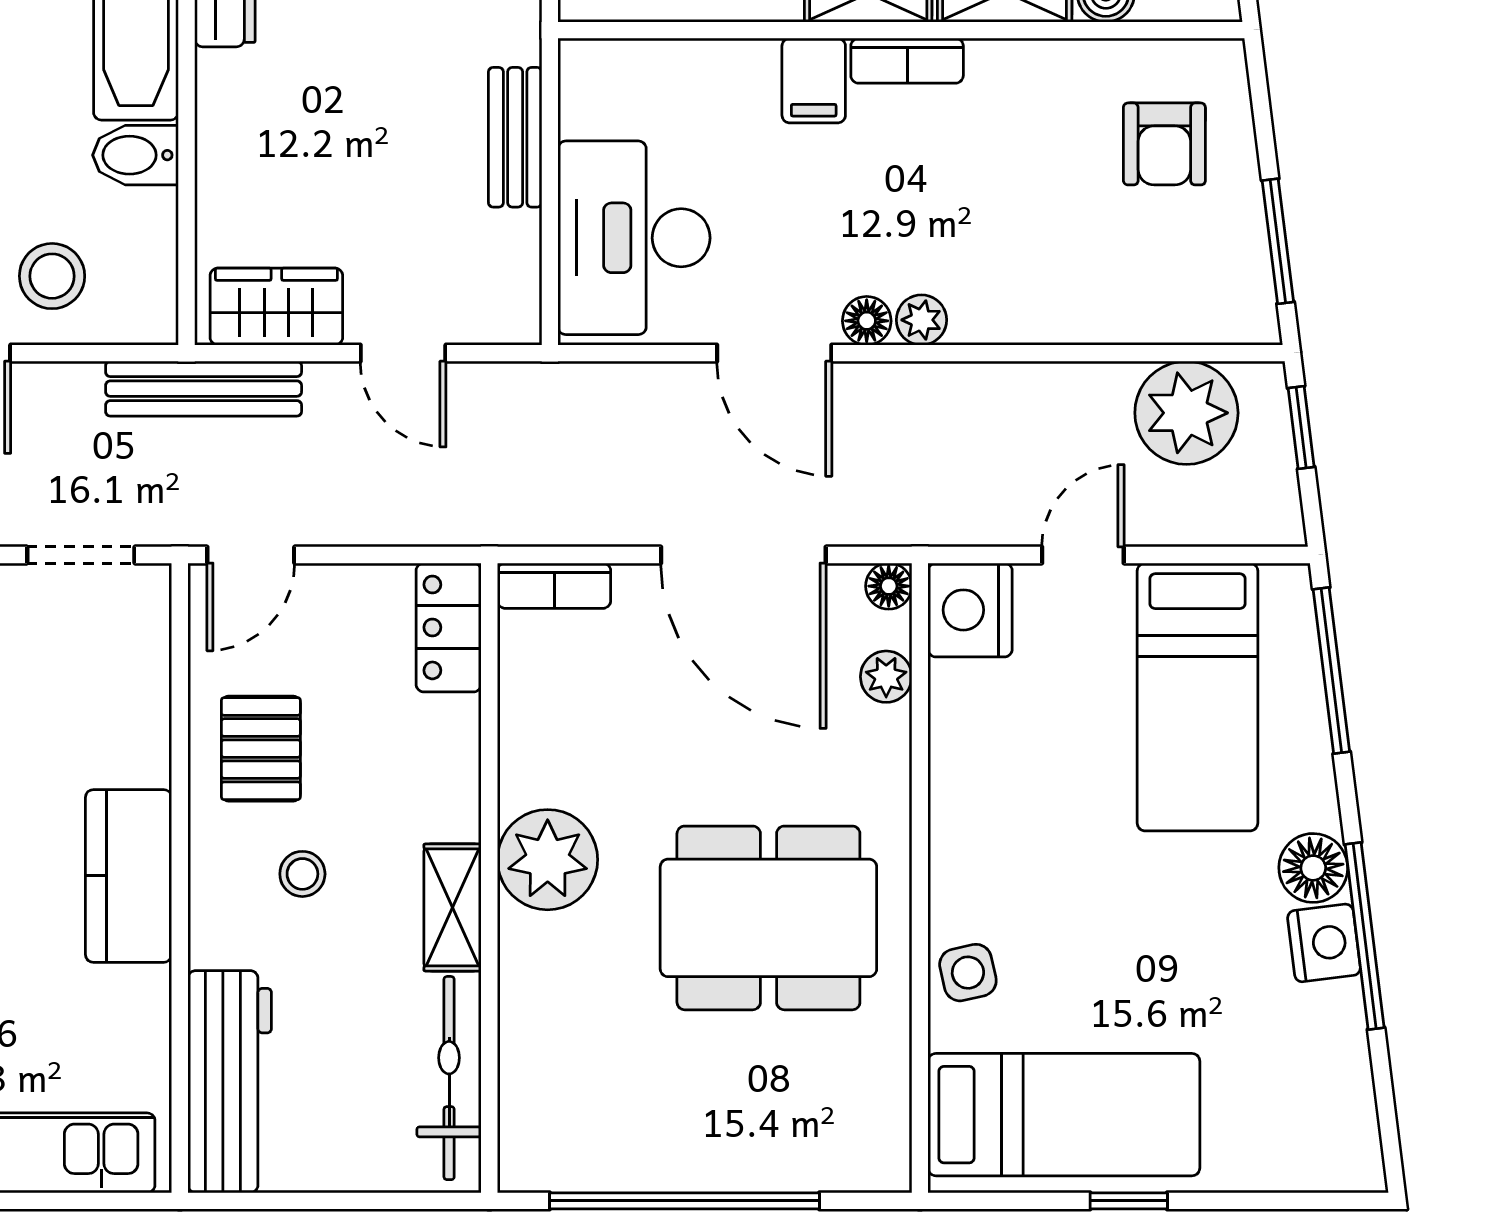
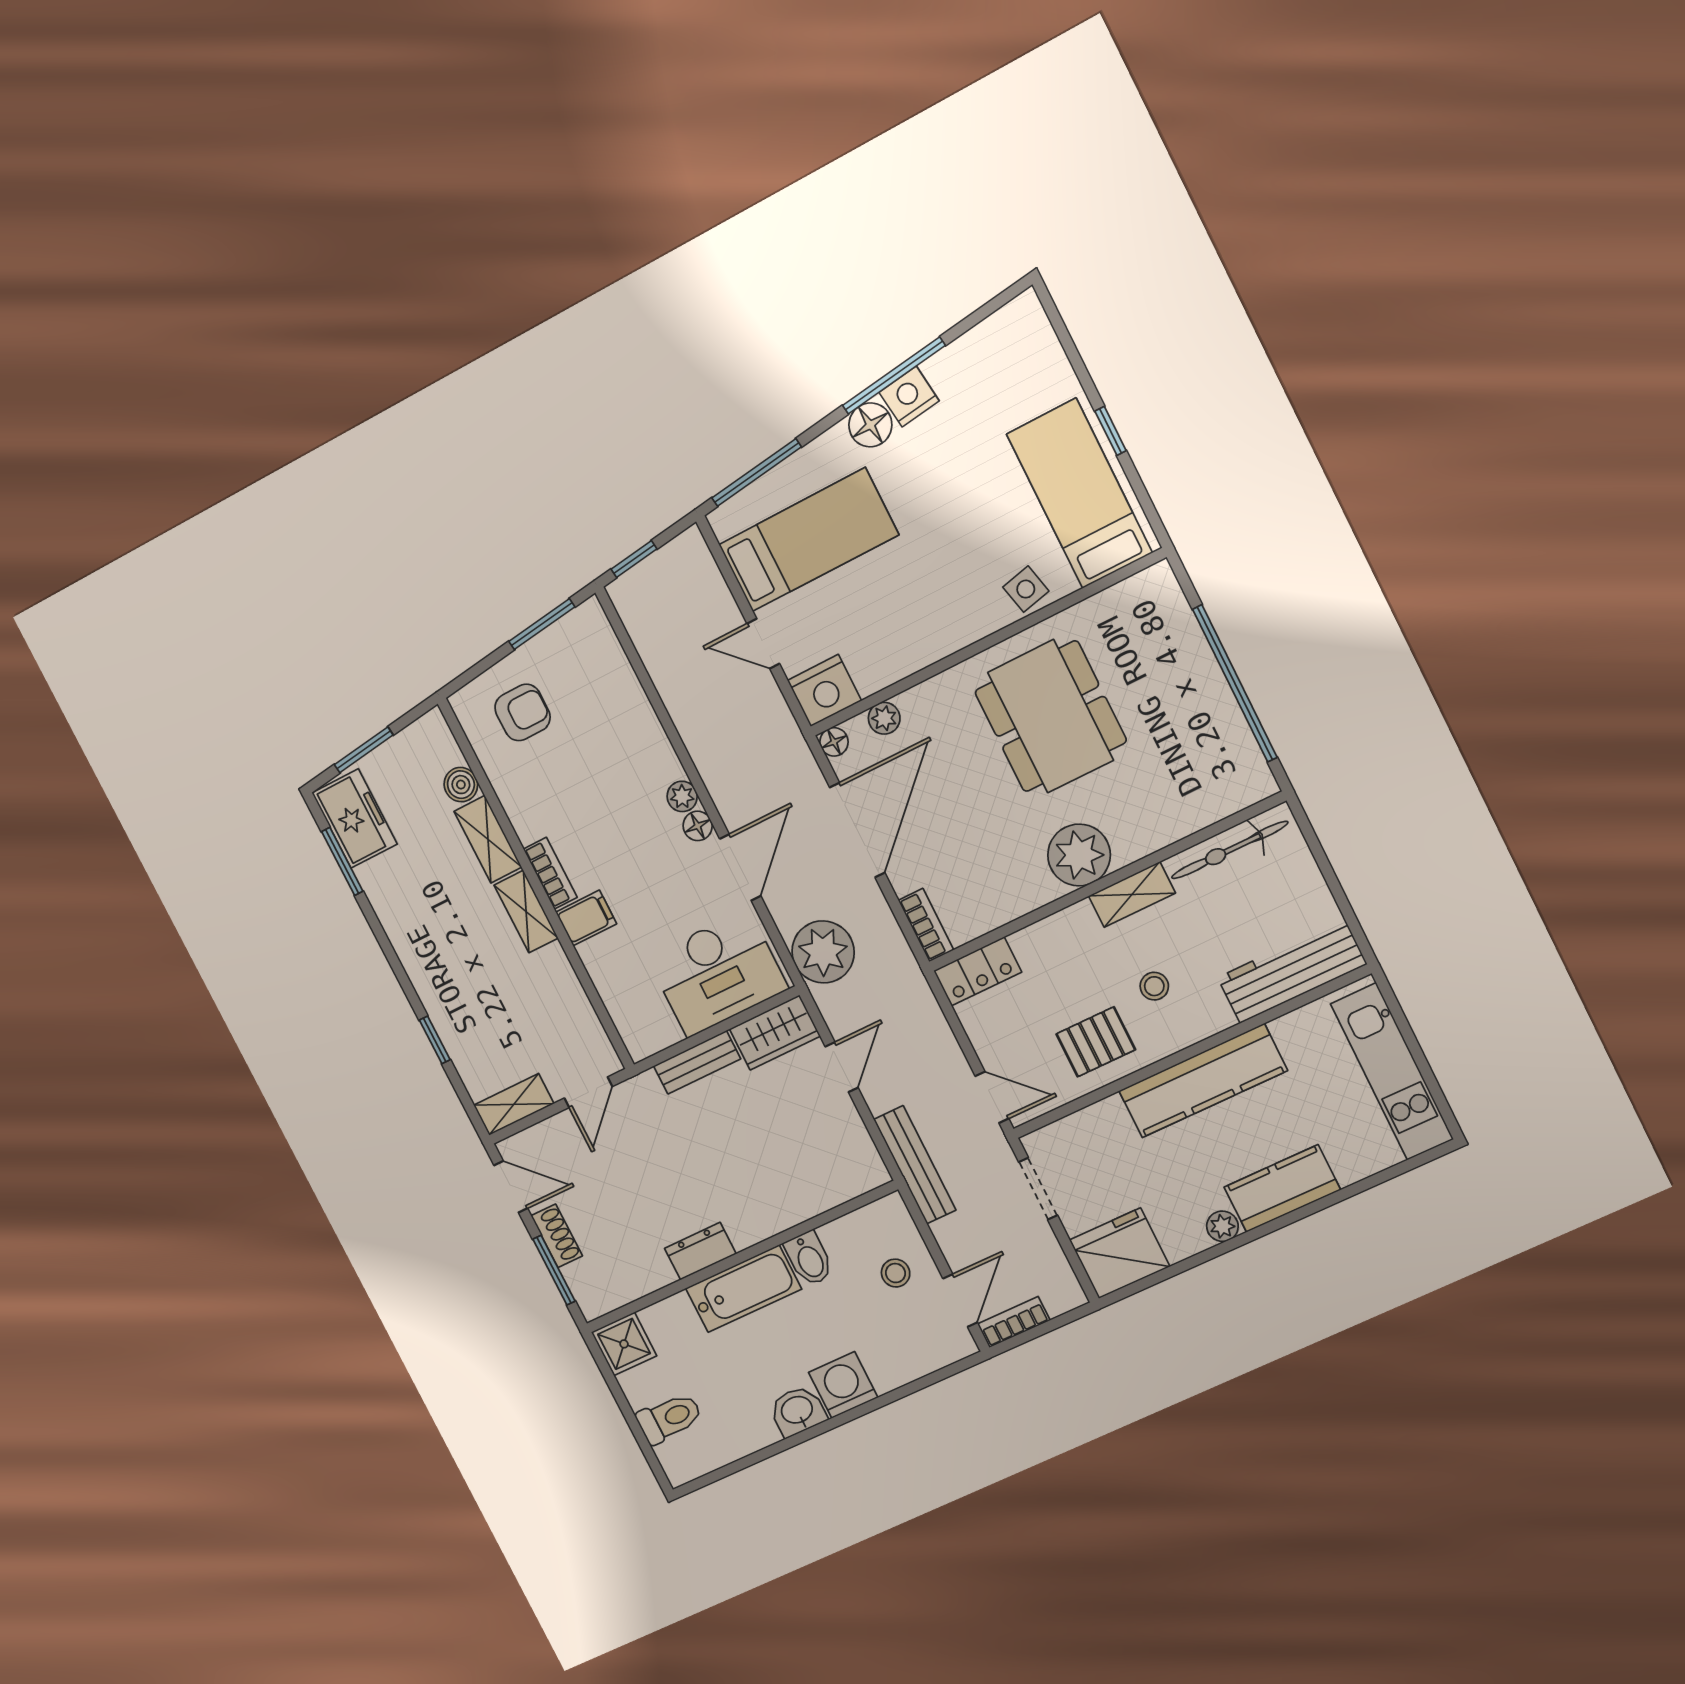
stool: (52, 276) -> (896, 1273), width x0.73, depth x0.73
wardrobe: (276, 307) -> (775, 1033), moved, turned -90
plant: (1186, 413) -> (823, 952), moved
kitchen counter: (129, 876) -> (1203, 1081), width x1.50

